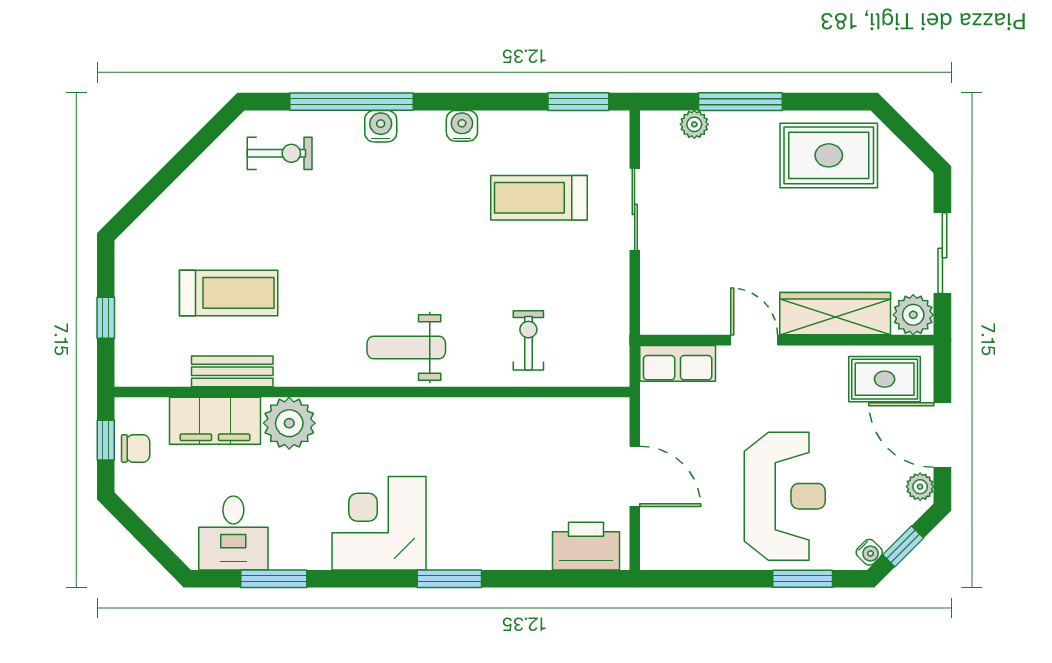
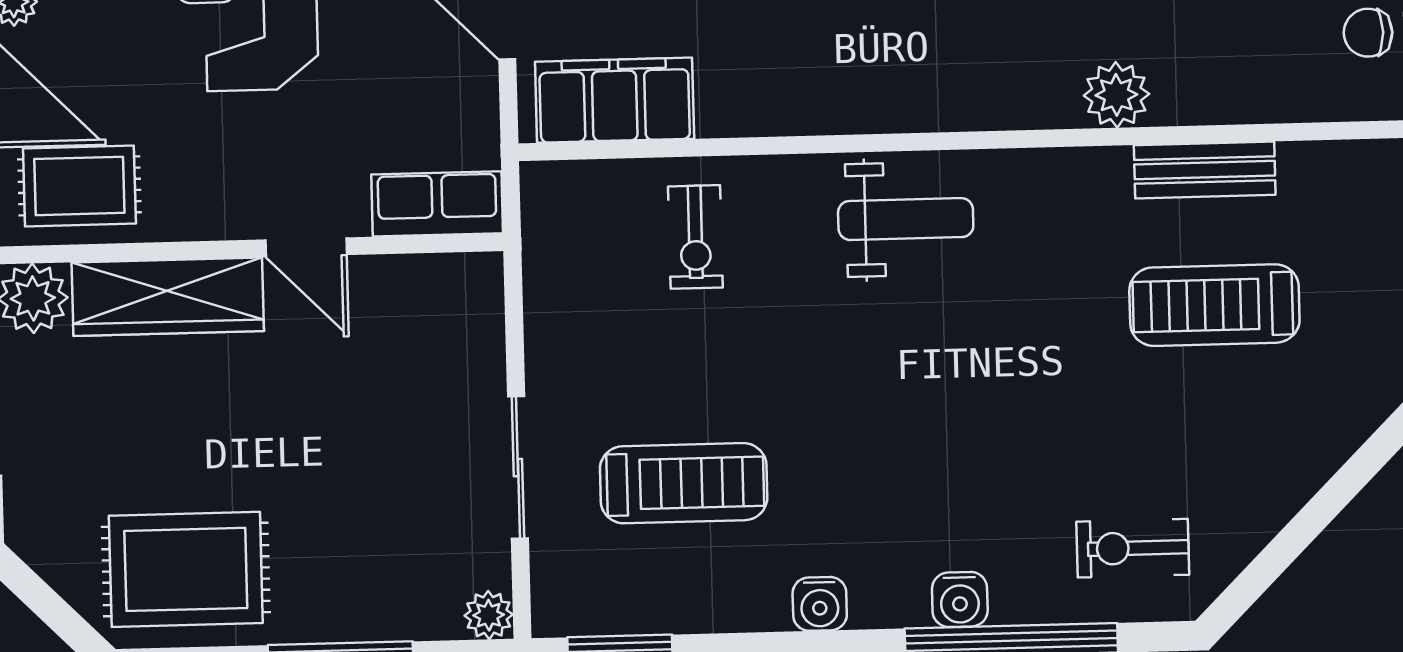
plant: (694, 124) -> (489, 615), moved
filing cabinet: (215, 421) -> (615, 100), moved
plant: (289, 423) -> (1116, 95), width x0.73, depth x0.73

